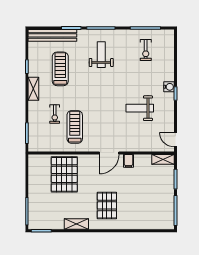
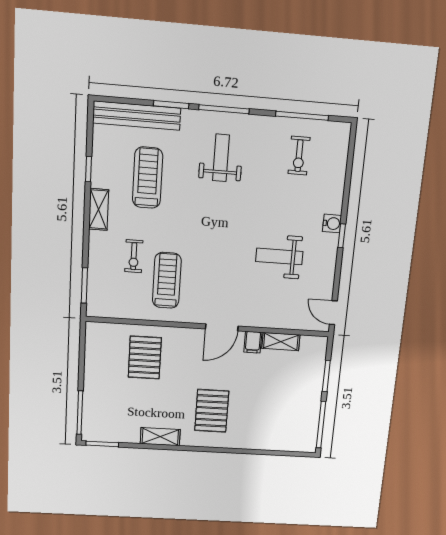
shelving: (163, 159) -> (281, 342), moved
pallet: (64, 174) -> (145, 358), width x0.73, depth x0.71

